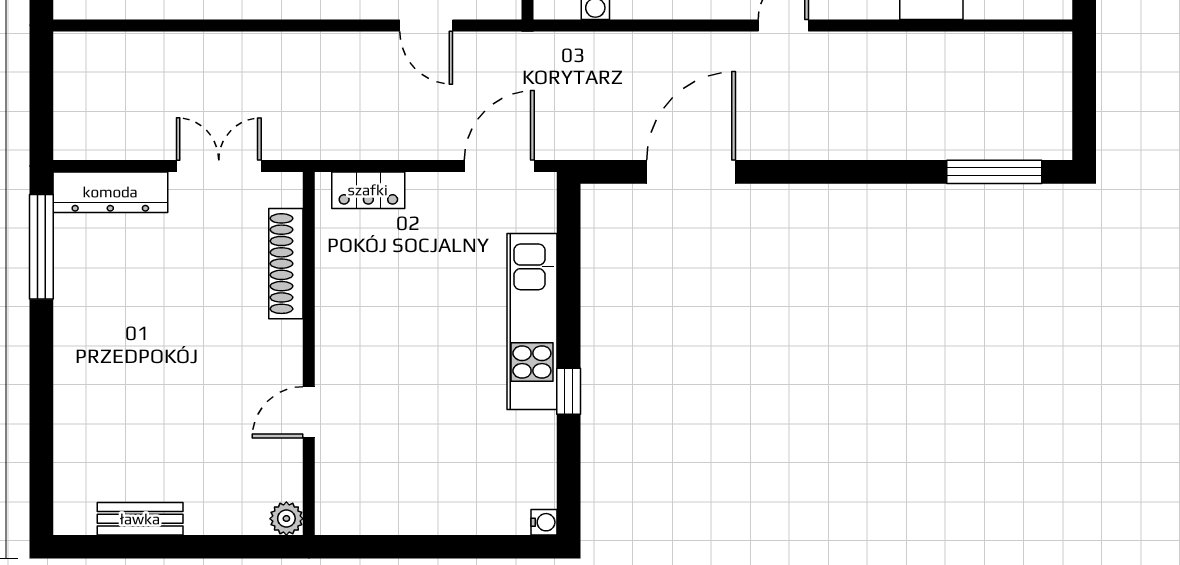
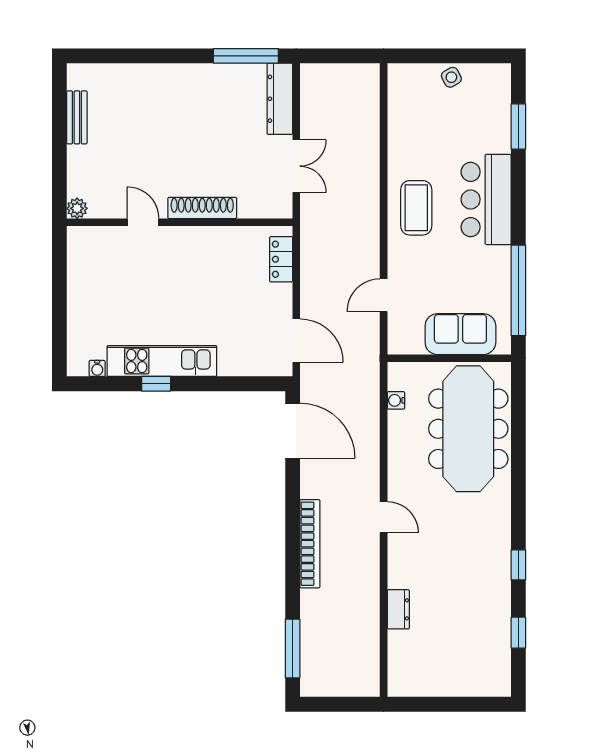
bookcase: (826, 144) -> (310, 544), added
door: (691, 172) -> (293, 431), moved
shoe rack: (286, 264) -> (202, 208), moved
kitchen unit: (532, 322) -> (162, 361), moved
water cooler: (544, 522) -> (97, 368), moved

